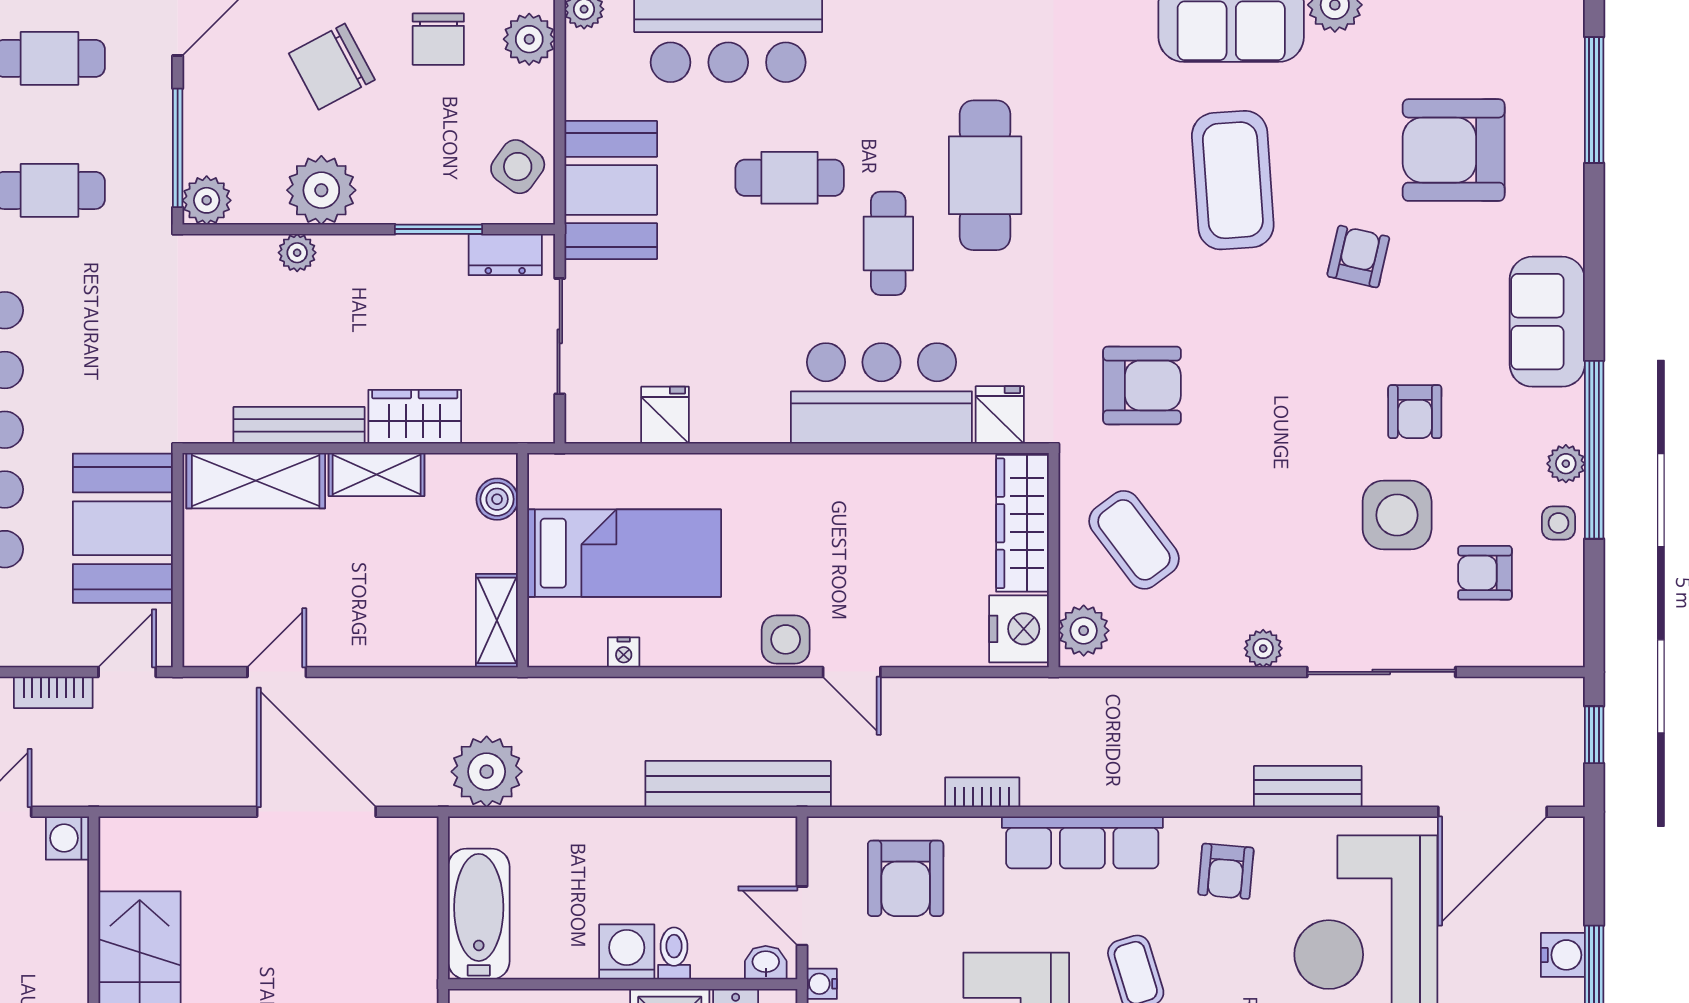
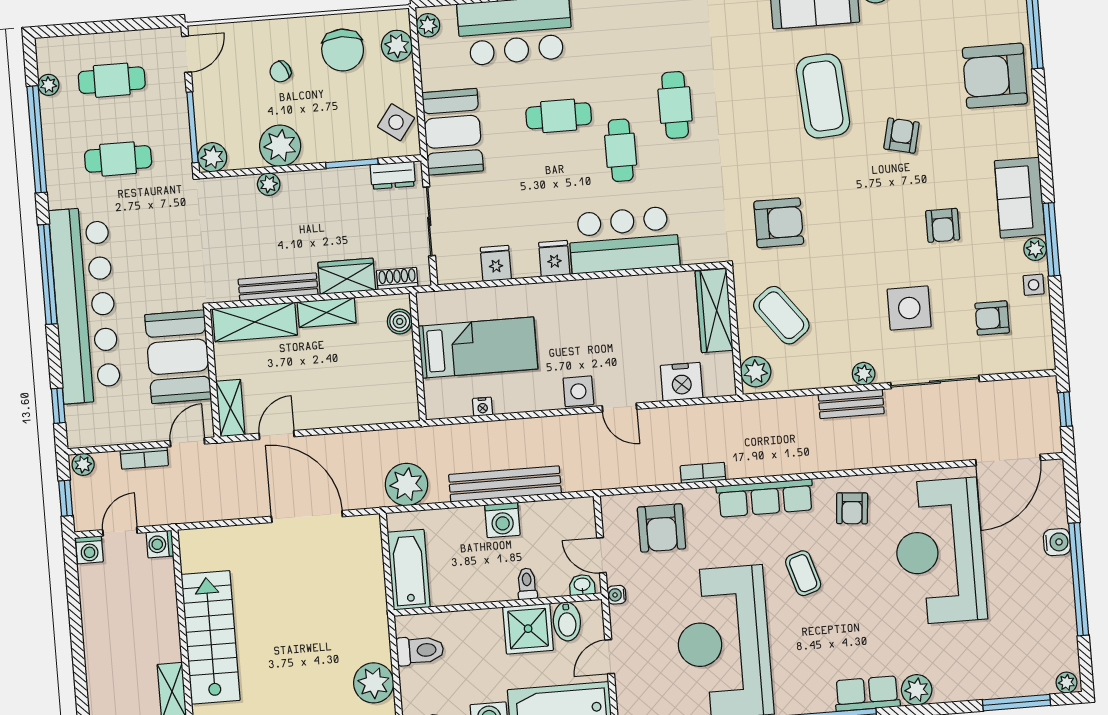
chair: (438, 39) -> (343, 50), width x1.37, depth x1.37
chair: (332, 67) -> (280, 72), width x0.54, depth x0.54
armchair: (1454, 150) -> (995, 76), moved
cafe table: (985, 175) -> (675, 105), width x0.73, depth x0.74
sofa: (1547, 322) -> (1020, 198), moved
fridge: (1000, 415) -> (554, 258), moved
shoe rack: (499, 427) -> (397, 279), added
window: (1594, 450) -> (1051, 239), width x0.68
side table: (1397, 515) -> (909, 308), moved
shelving: (497, 620) -> (230, 408), moved
nightstand: (1019, 629) -> (682, 382), moved, turned 90
bench: (738, 784) -> (505, 484), moved
bench: (1308, 787) -> (851, 404), moved
washing machine: (627, 952) -> (502, 520), moved, turned 180

